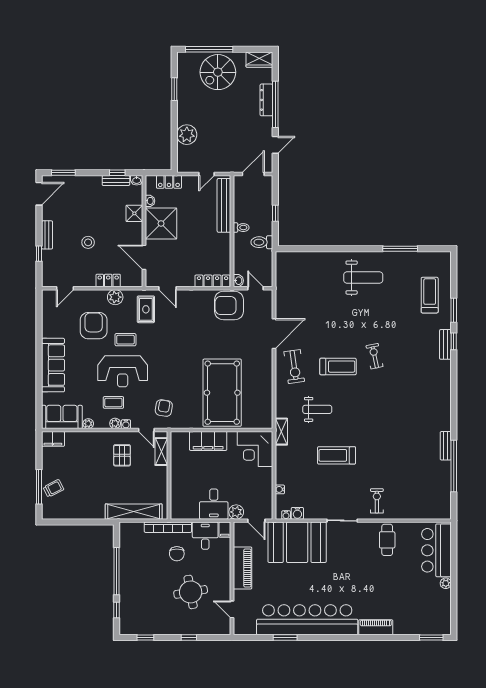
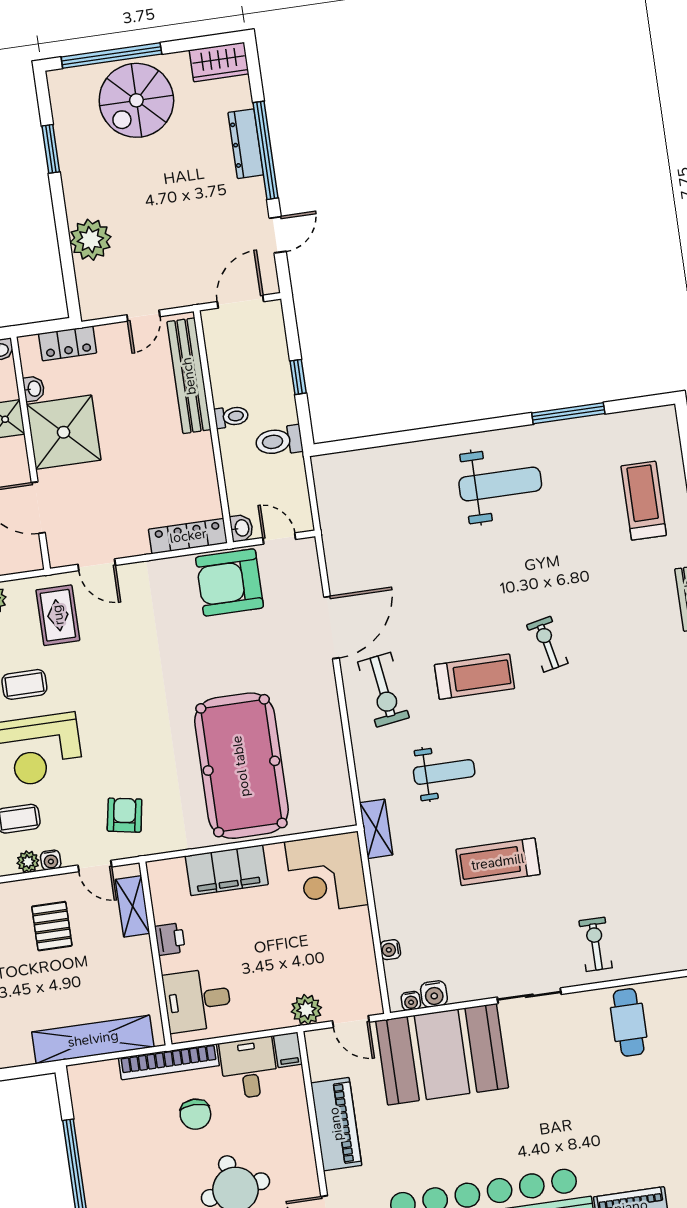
printer: (177, 469) -> (170, 939), added
desk: (214, 504) -> (197, 1000), moved, turned 90

